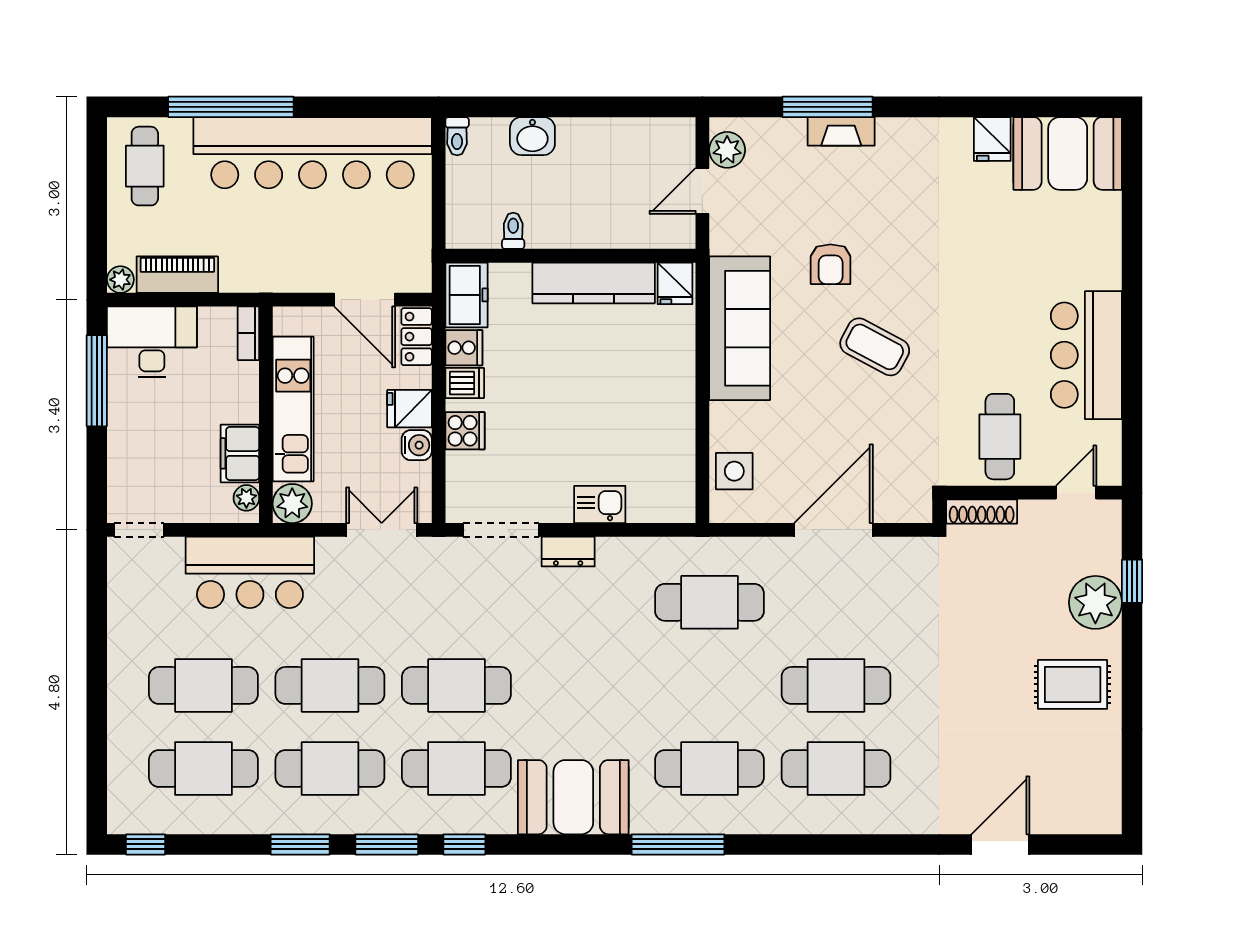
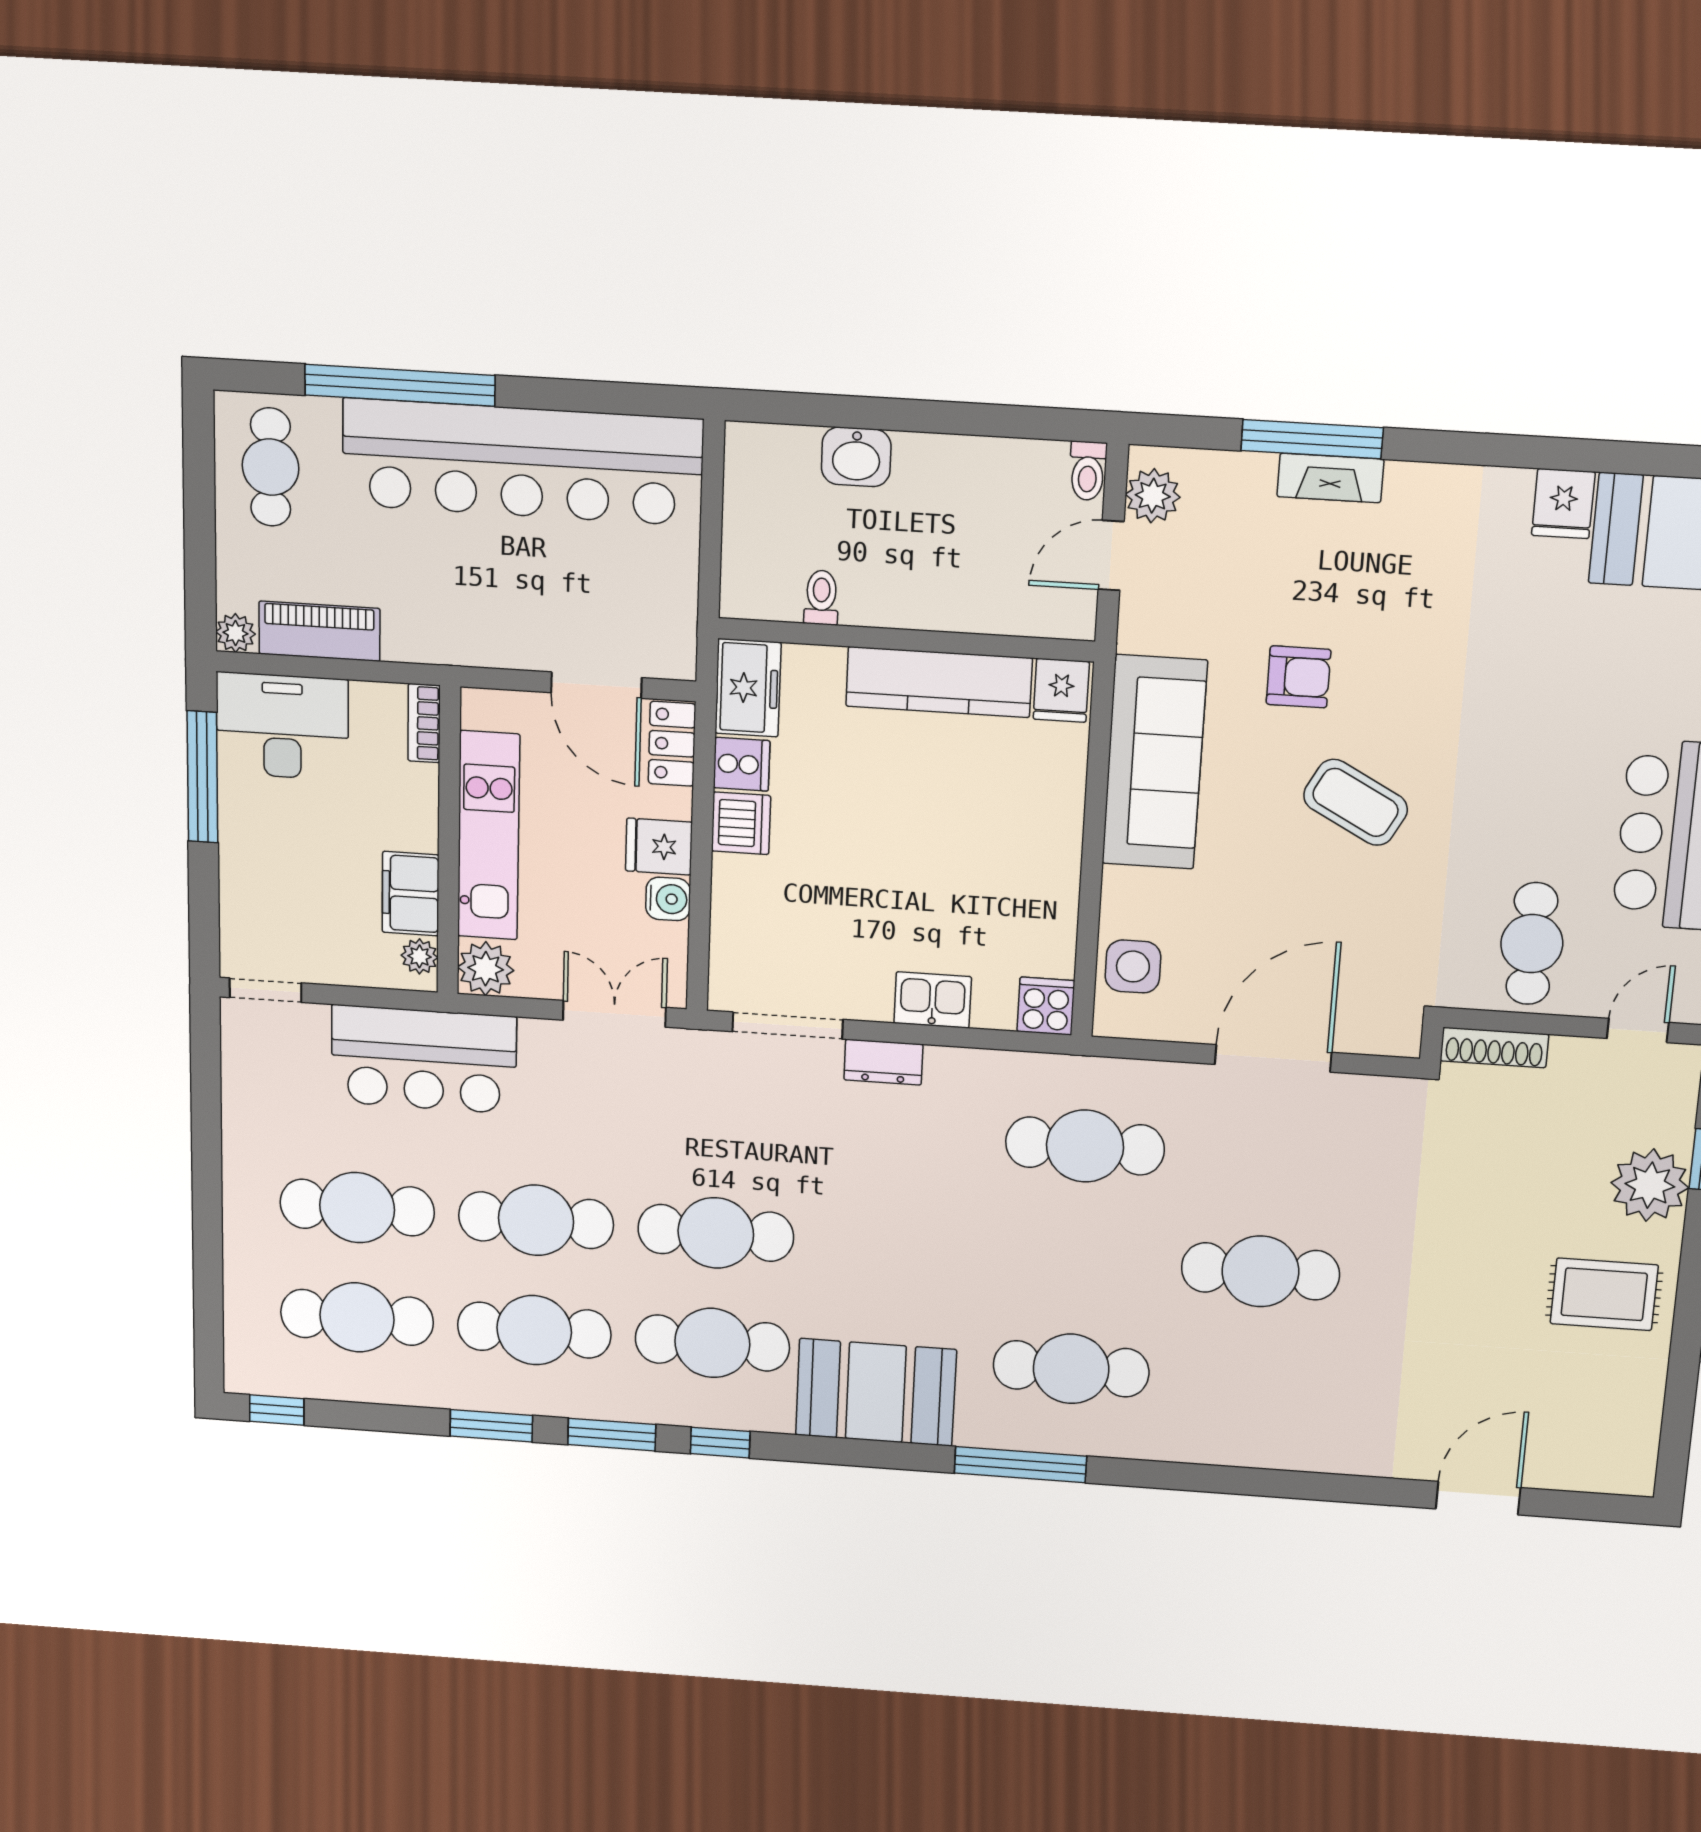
toilet: (457, 136) -> (1088, 471), moved
armchair: (831, 264) -> (1299, 677), turned -90
dishwasher: (465, 383) -> (741, 823), width x1.38
cooker: (465, 431) -> (1046, 1006), moved, turned -90
cafe table: (836, 769) -> (1252, 1382), removed

